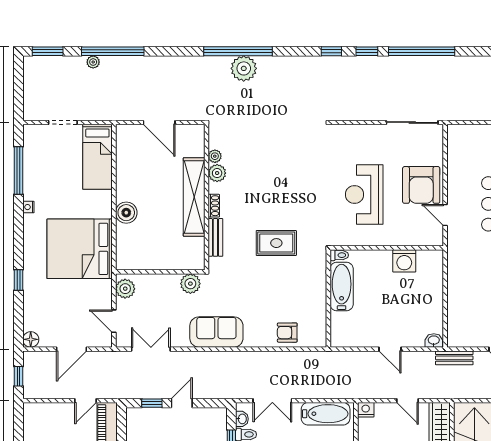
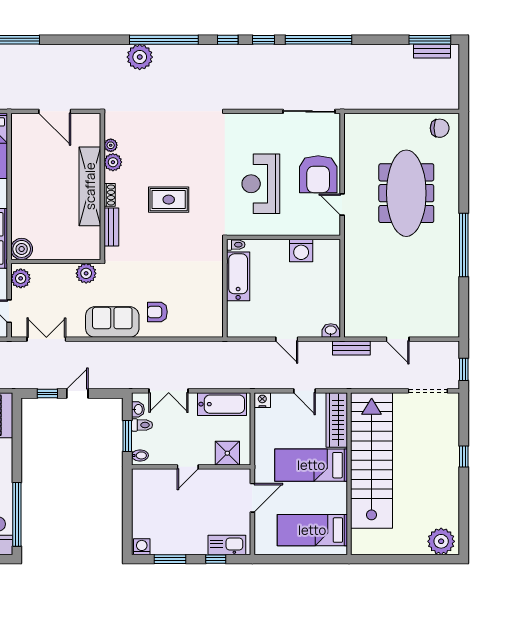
window: (238, 51) -> (164, 40), moved
boiler: (126, 213) -> (22, 249), moved
rug: (276, 243) -> (169, 200), moved
armchair: (287, 333) -> (157, 312), moved

